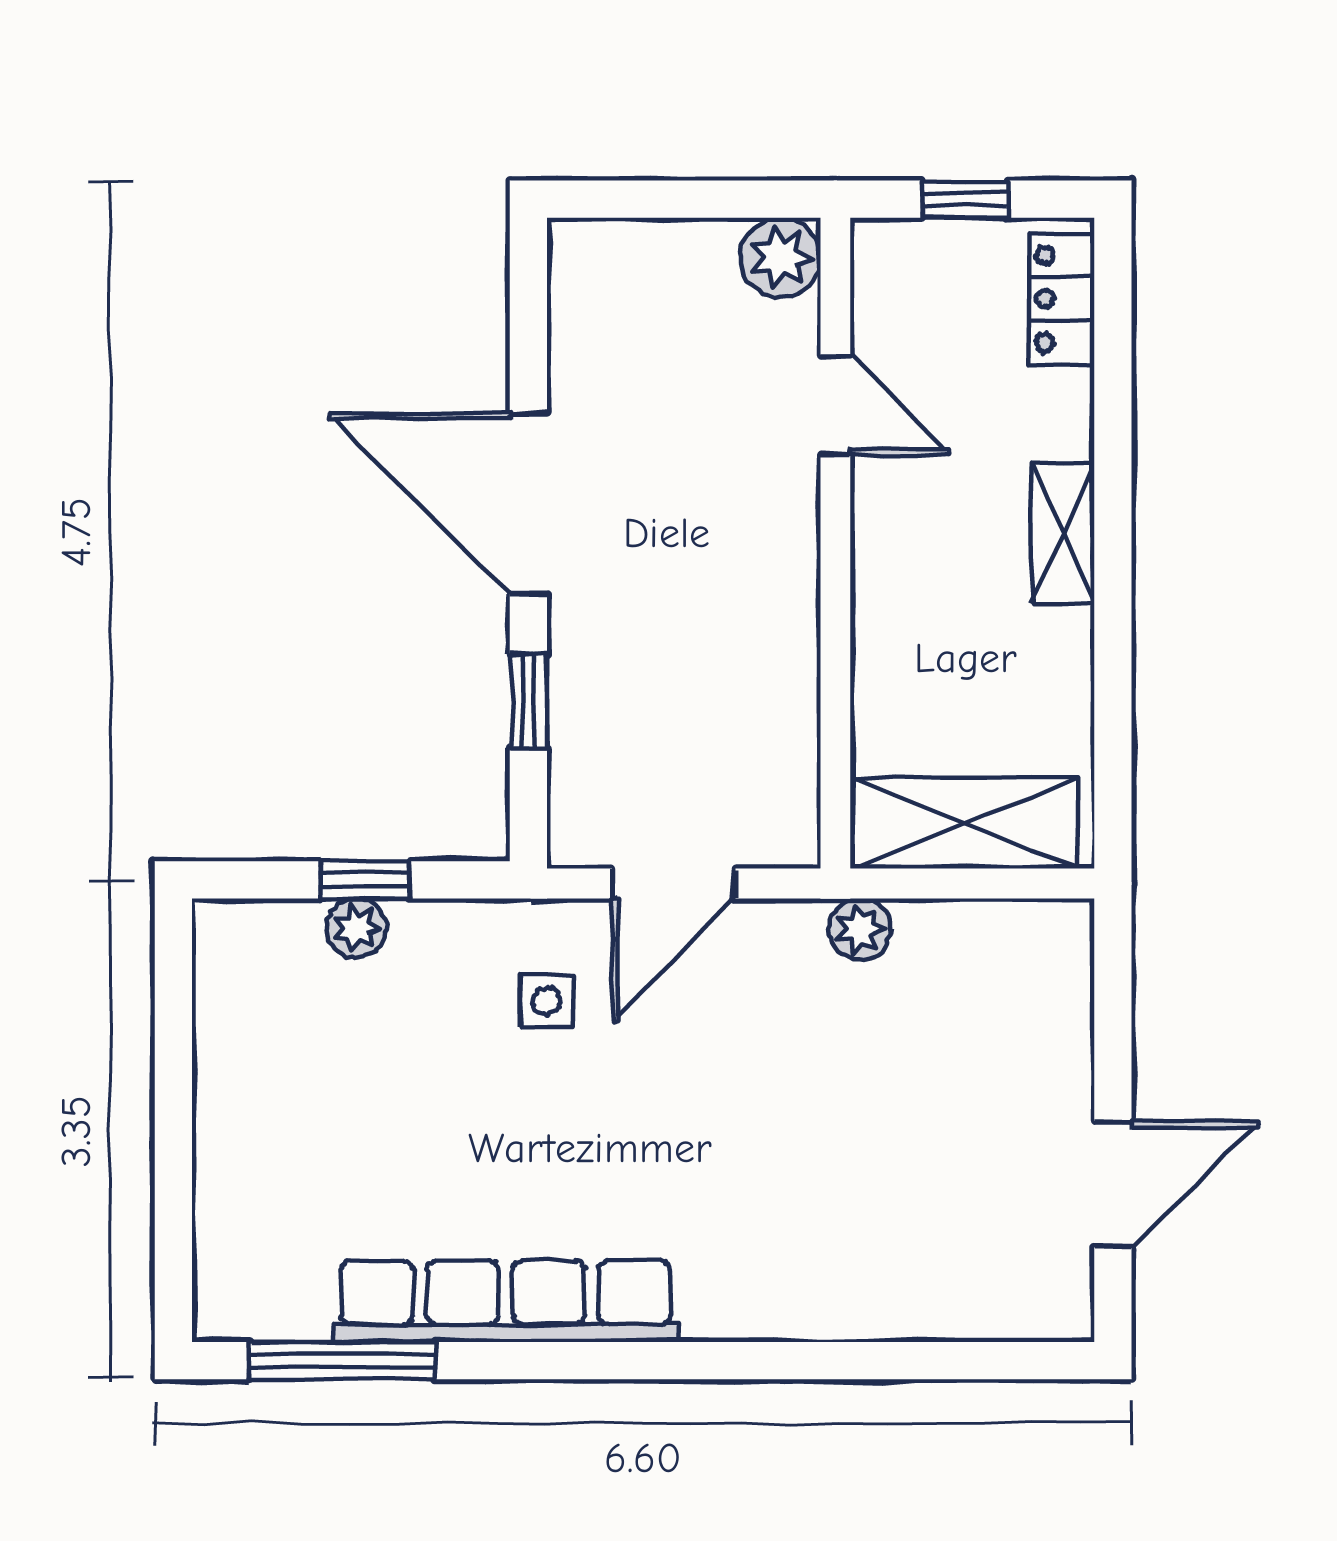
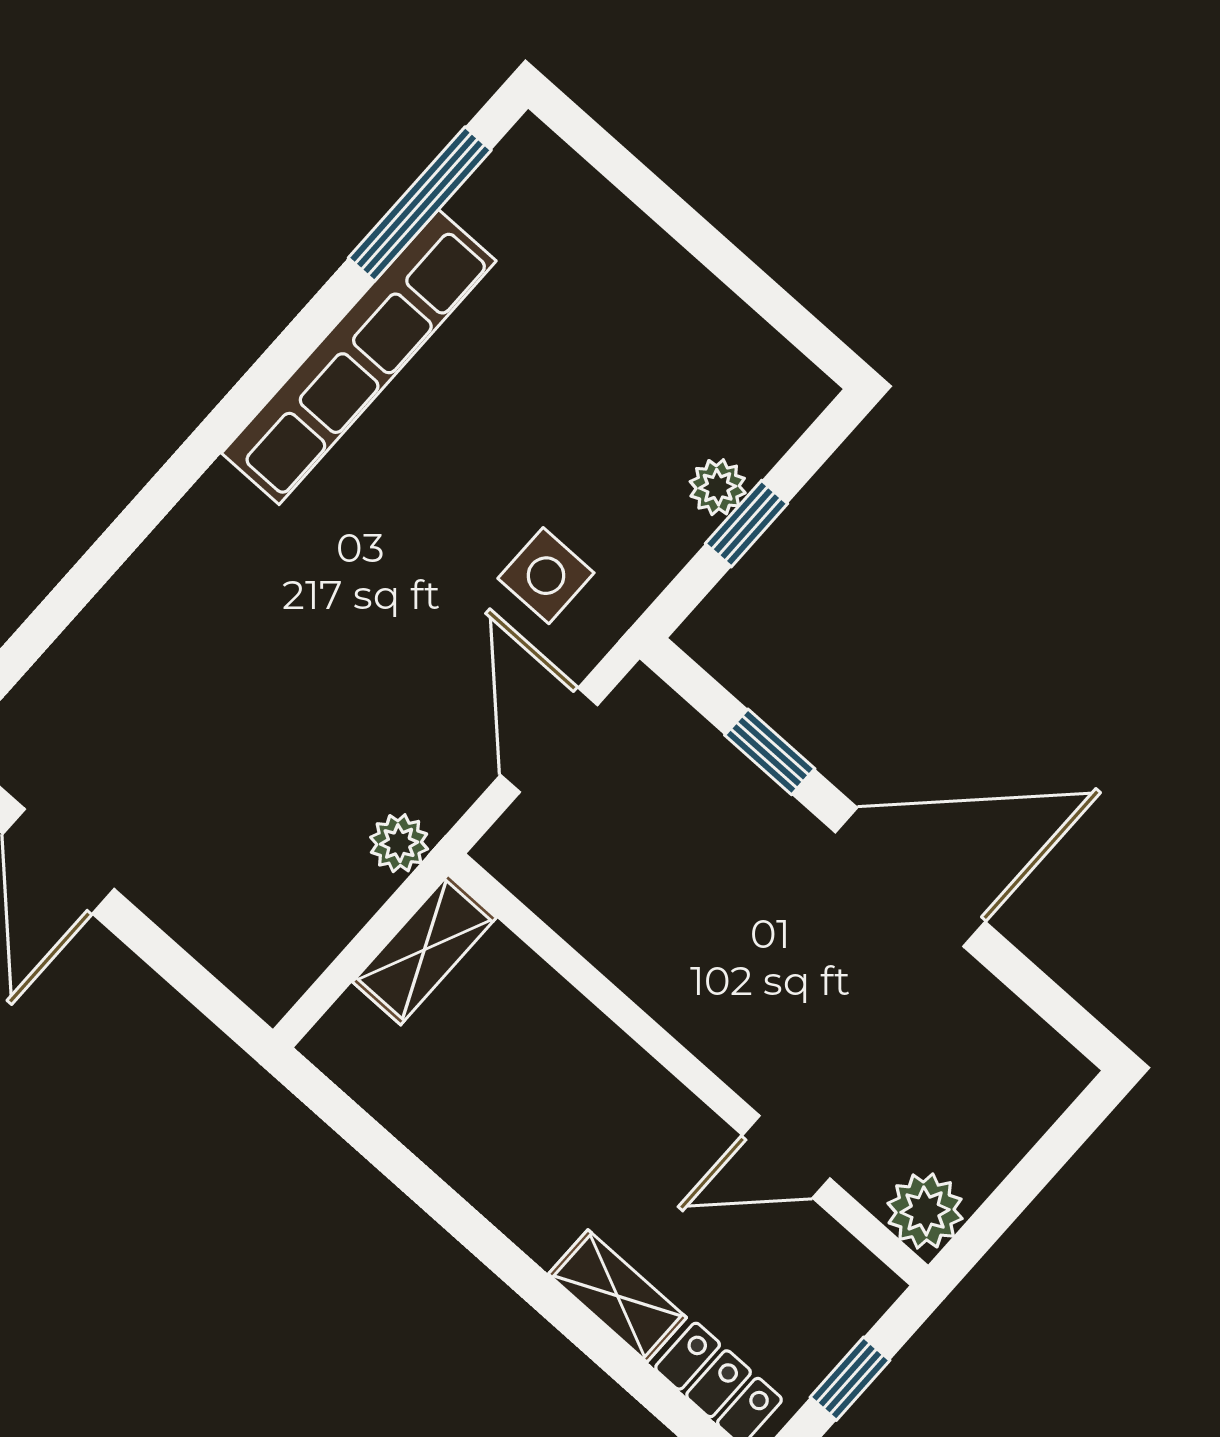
shelving: (1063, 534) -> (617, 1296), moved
shelving: (964, 823) -> (424, 950), width x0.67, depth x0.75
side table: (547, 1001) -> (546, 576), width x1.37, depth x1.37

